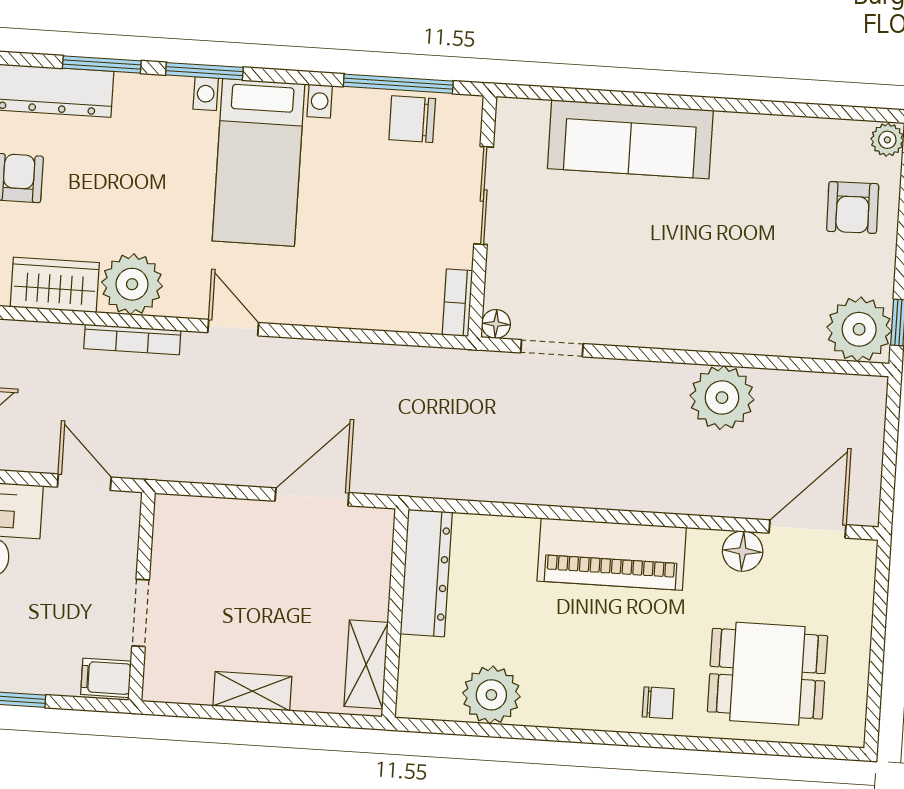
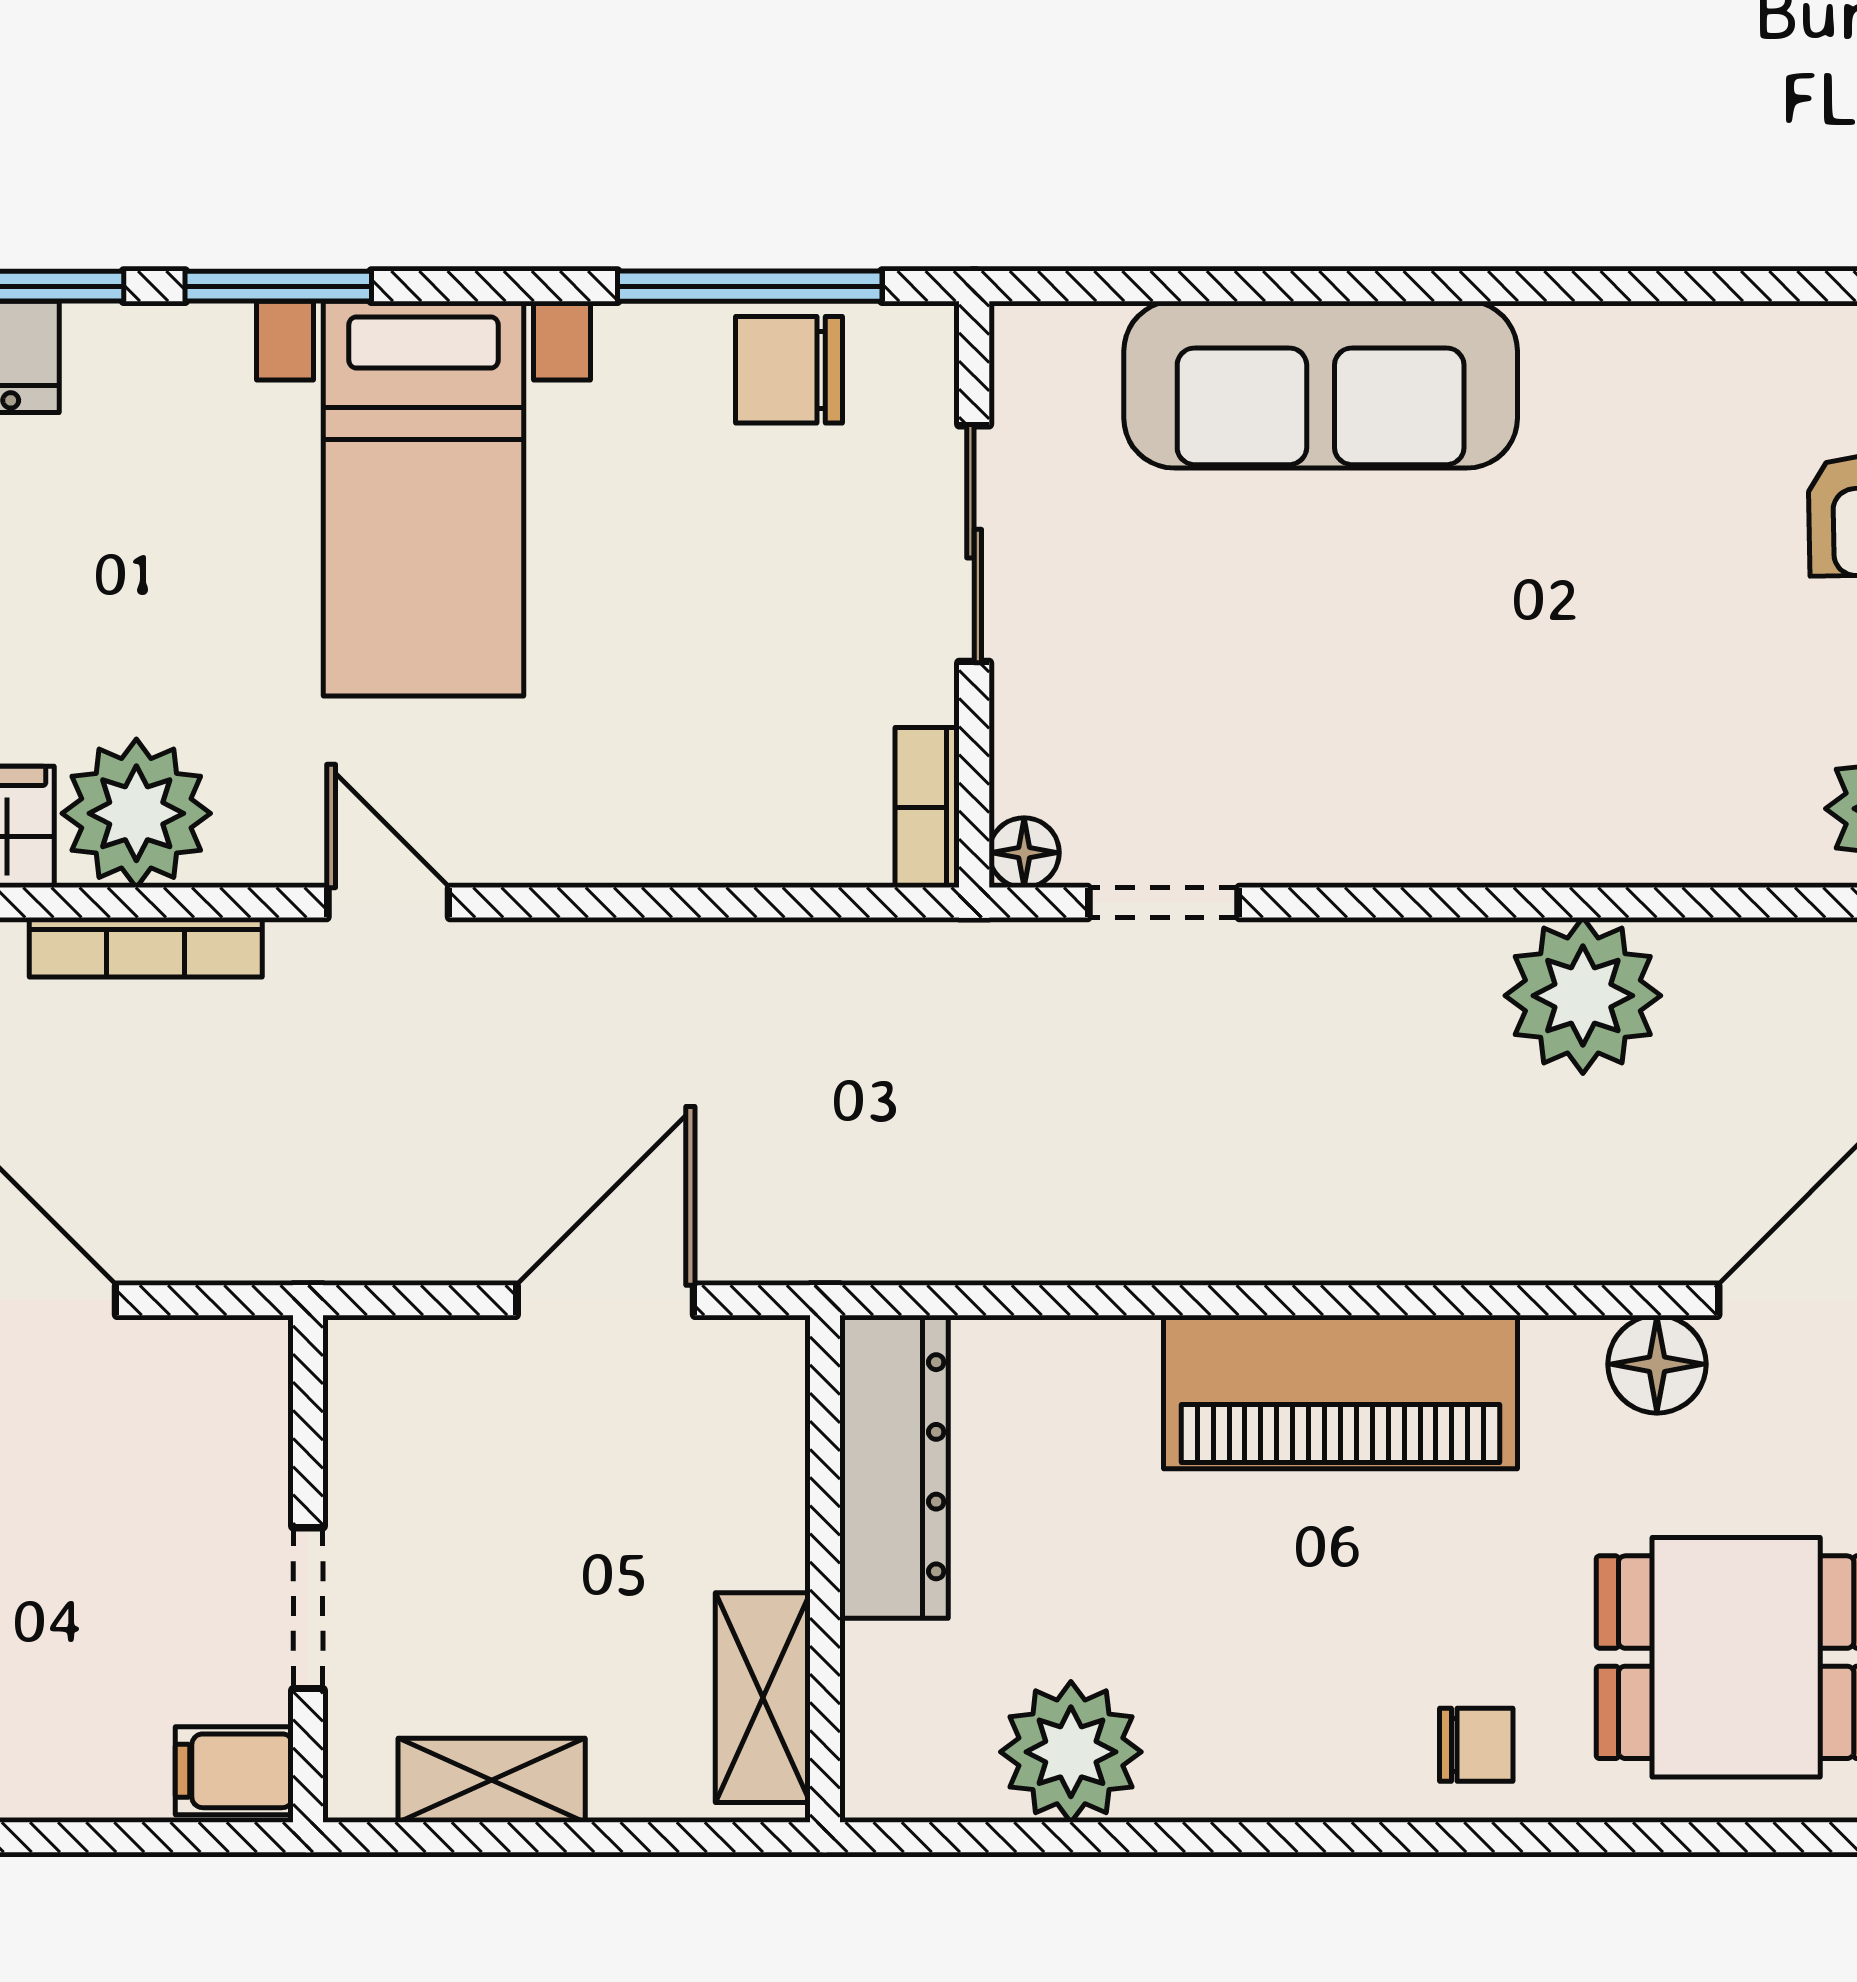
wall: (142, 597) -> (308, 1569), moved
doorway: (141, 613) -> (308, 1608), moved
filing cabinet: (106, 678) -> (234, 1771), moved

